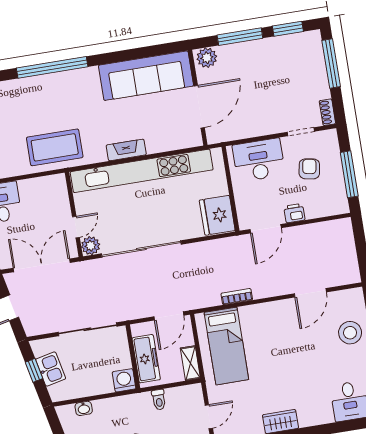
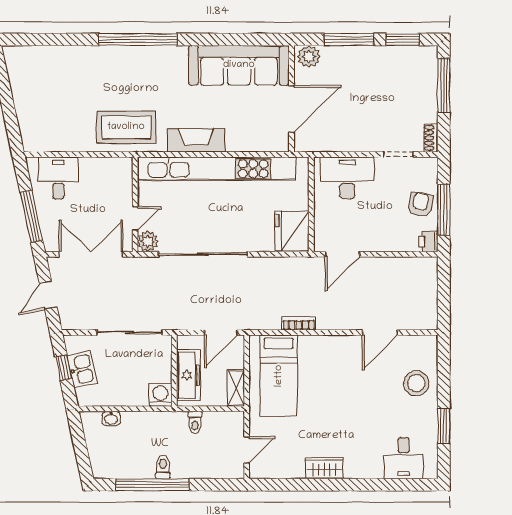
fireplace: (126, 150) -> (196, 140), width x1.37, depth x1.32
armchair: (309, 169) -> (420, 205), moved
printer: (294, 213) -> (428, 241), moved, turned -90

